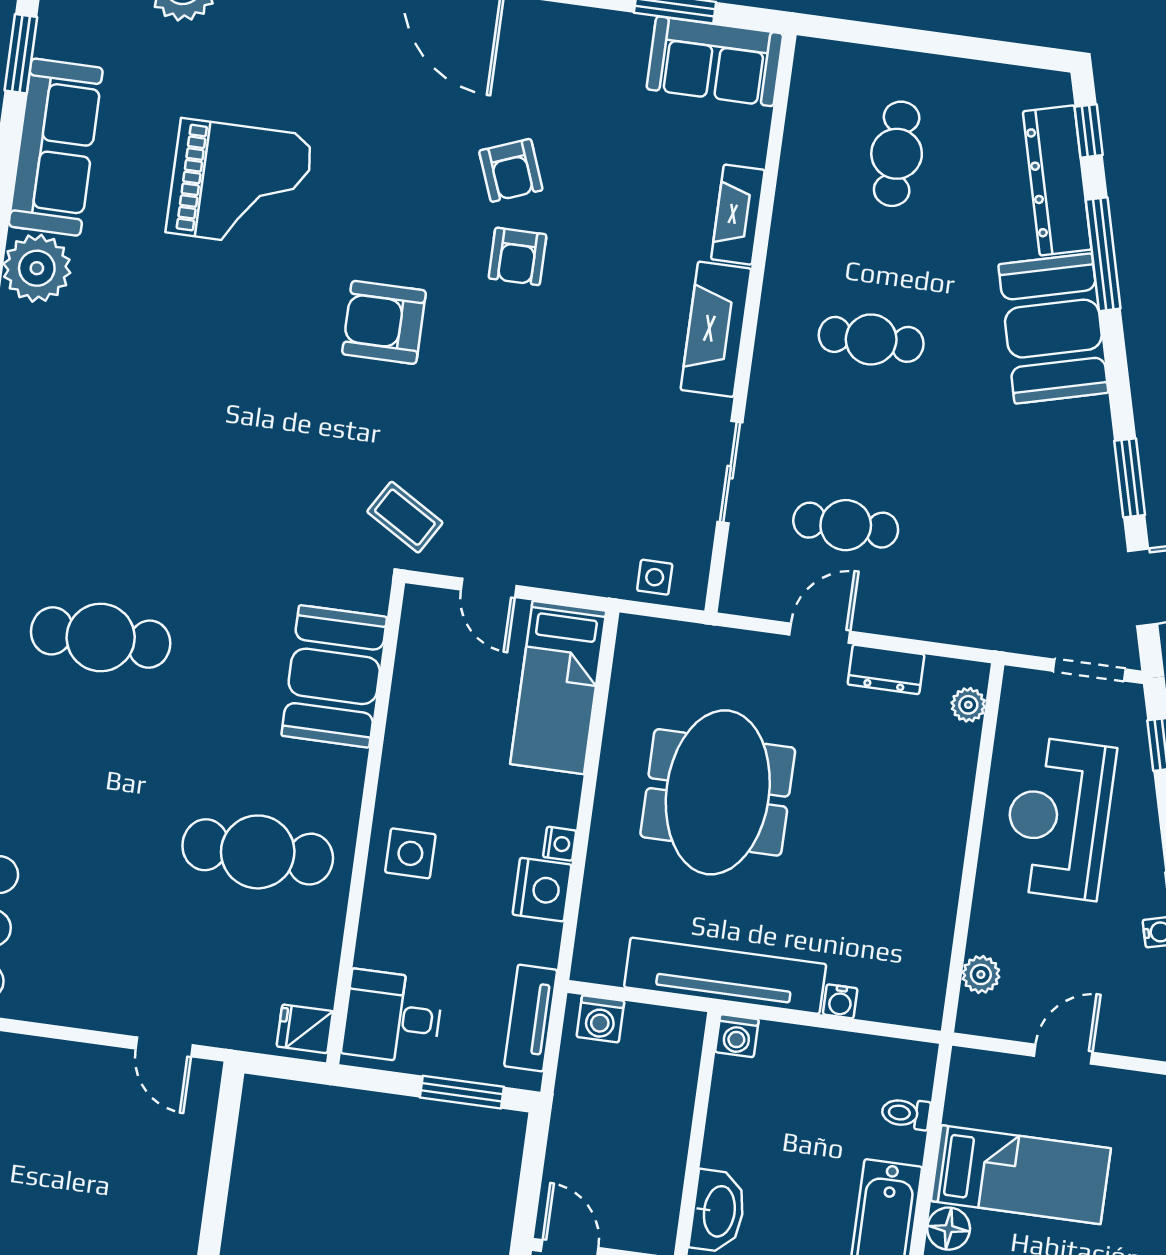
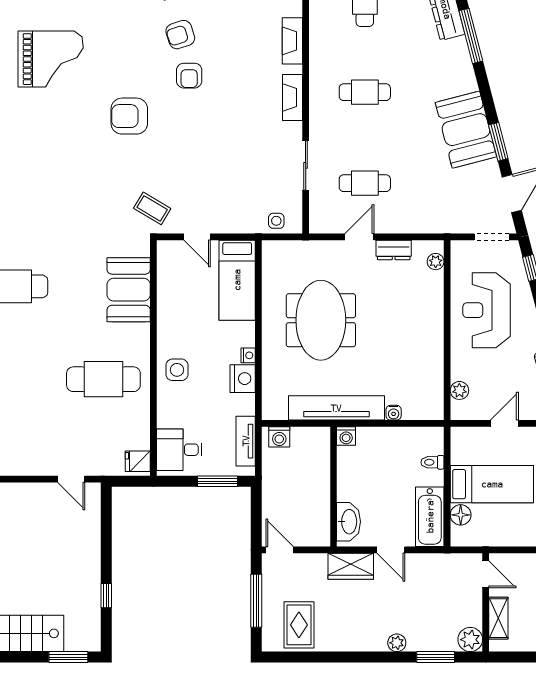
armchair: (511, 170) -> (180, 35), turned 93
fireplace: (716, 329) -> (293, 98), width x0.73, depth x0.76
booth: (1053, 329) -> (466, 130), moved

